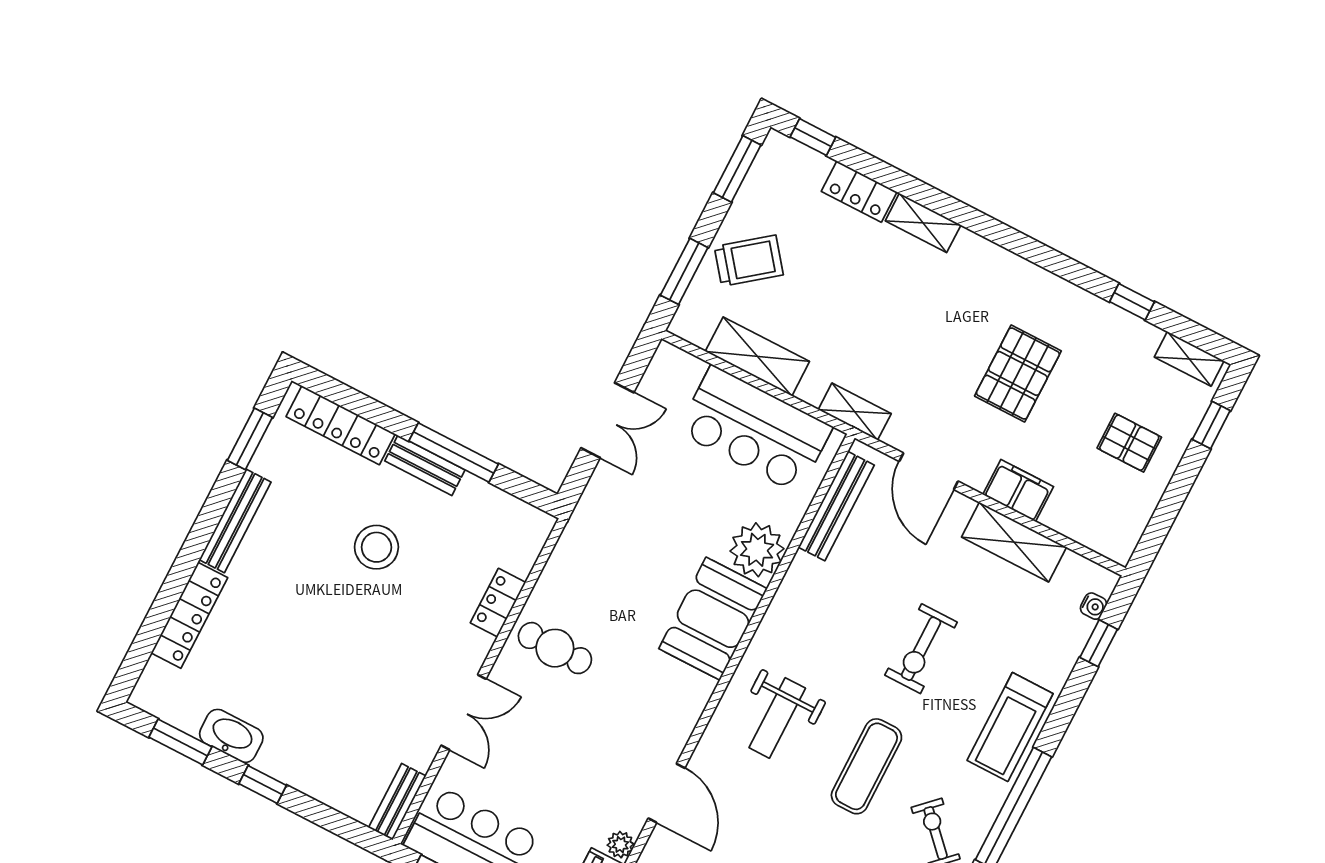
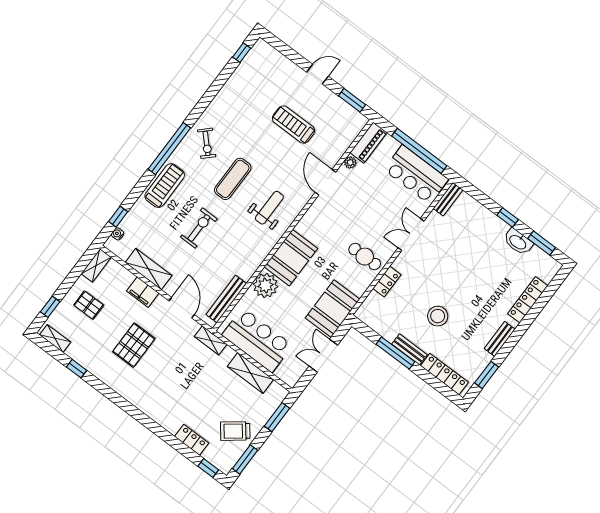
shelving: (923, 223) -> (96, 265), moved, turned 90
trolley: (749, 261) -> (235, 431), moved
bench: (235, 521) -> (500, 339), width x0.73
booth: (605, 525) -> (333, 309), added

